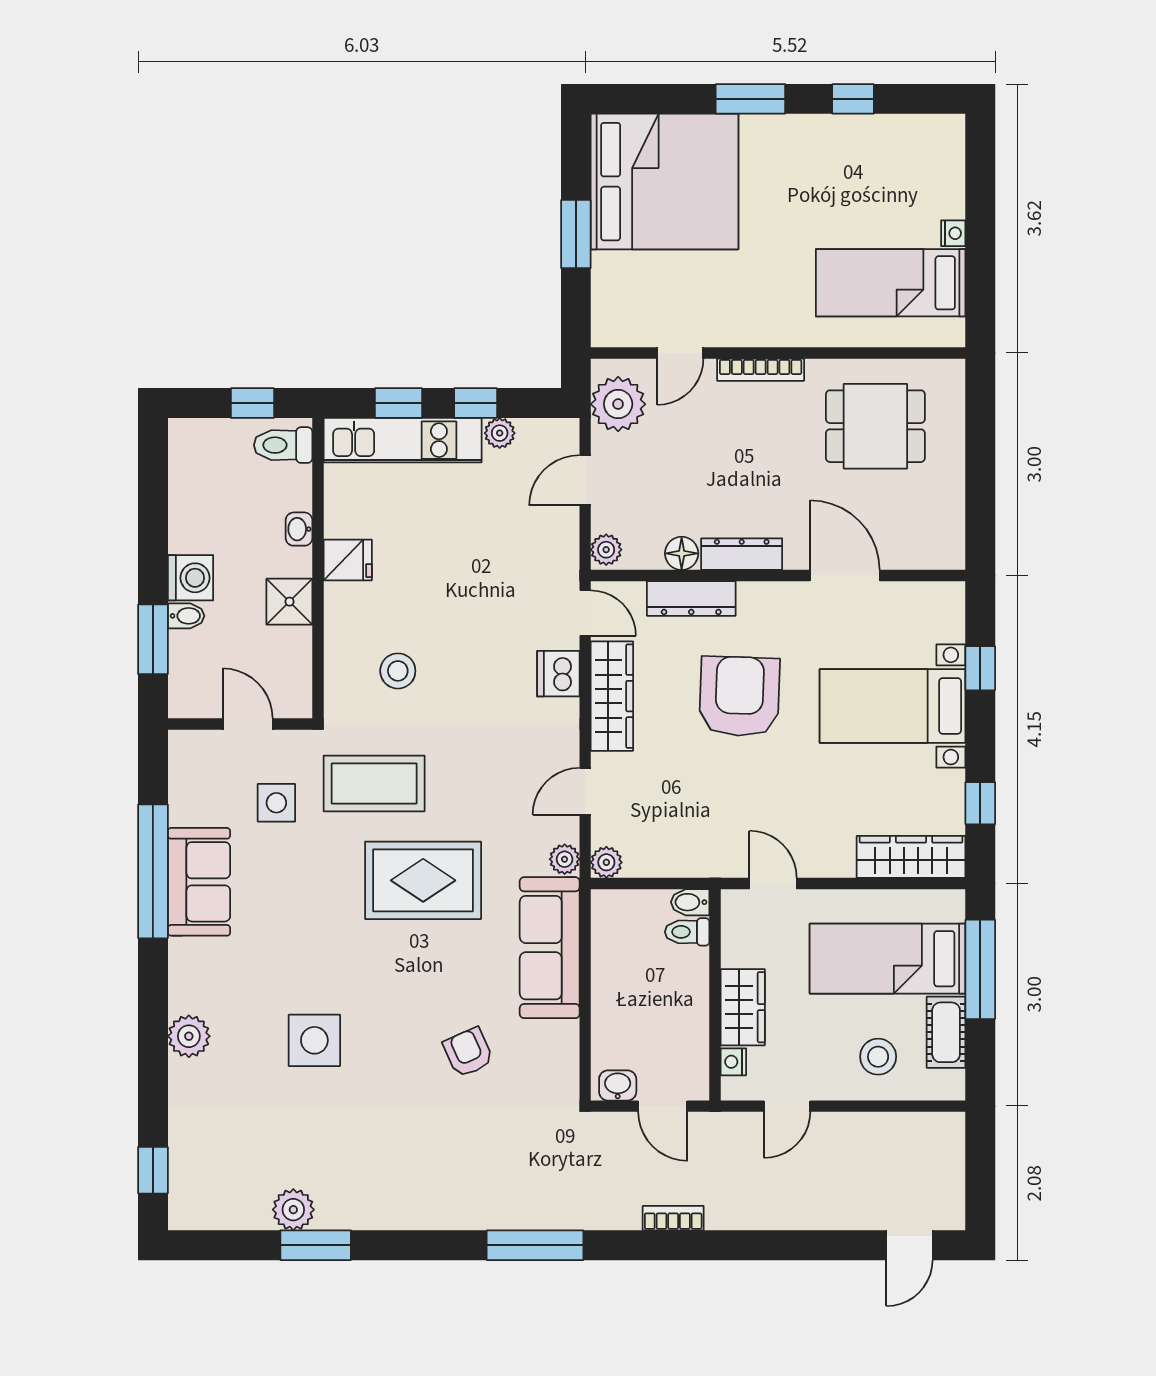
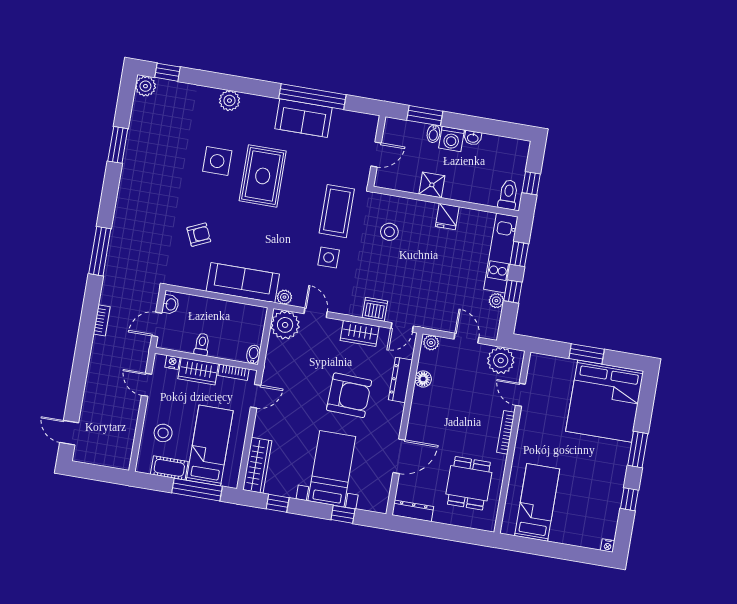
nightstand: (953, 233) -> (608, 546), moved
washbasin: (299, 529) -> (473, 138), moved, turned 180
dresser: (742, 554) -> (413, 511), moved, turned -90
wardrobe: (612, 696) -> (360, 333), width x0.67
side table: (276, 803) -> (329, 257), moved
plant: (606, 862) -> (285, 325), width x1.88, depth x1.88
rug: (423, 880) -> (263, 176), moved
toilet: (687, 932) -> (202, 344), moved
bookcase: (733, 936) -> (234, 372), added
plant: (293, 1210) -> (145, 86), moved

